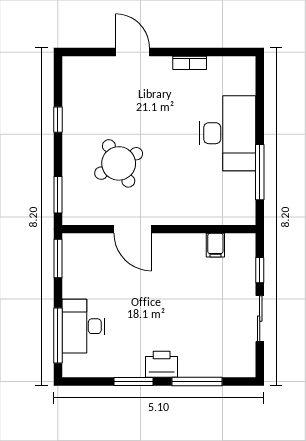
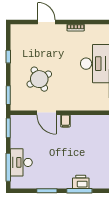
filing cabinet: (215, 245) -> (65, 121), moved
printer: (162, 364) -> (81, 182), moved

